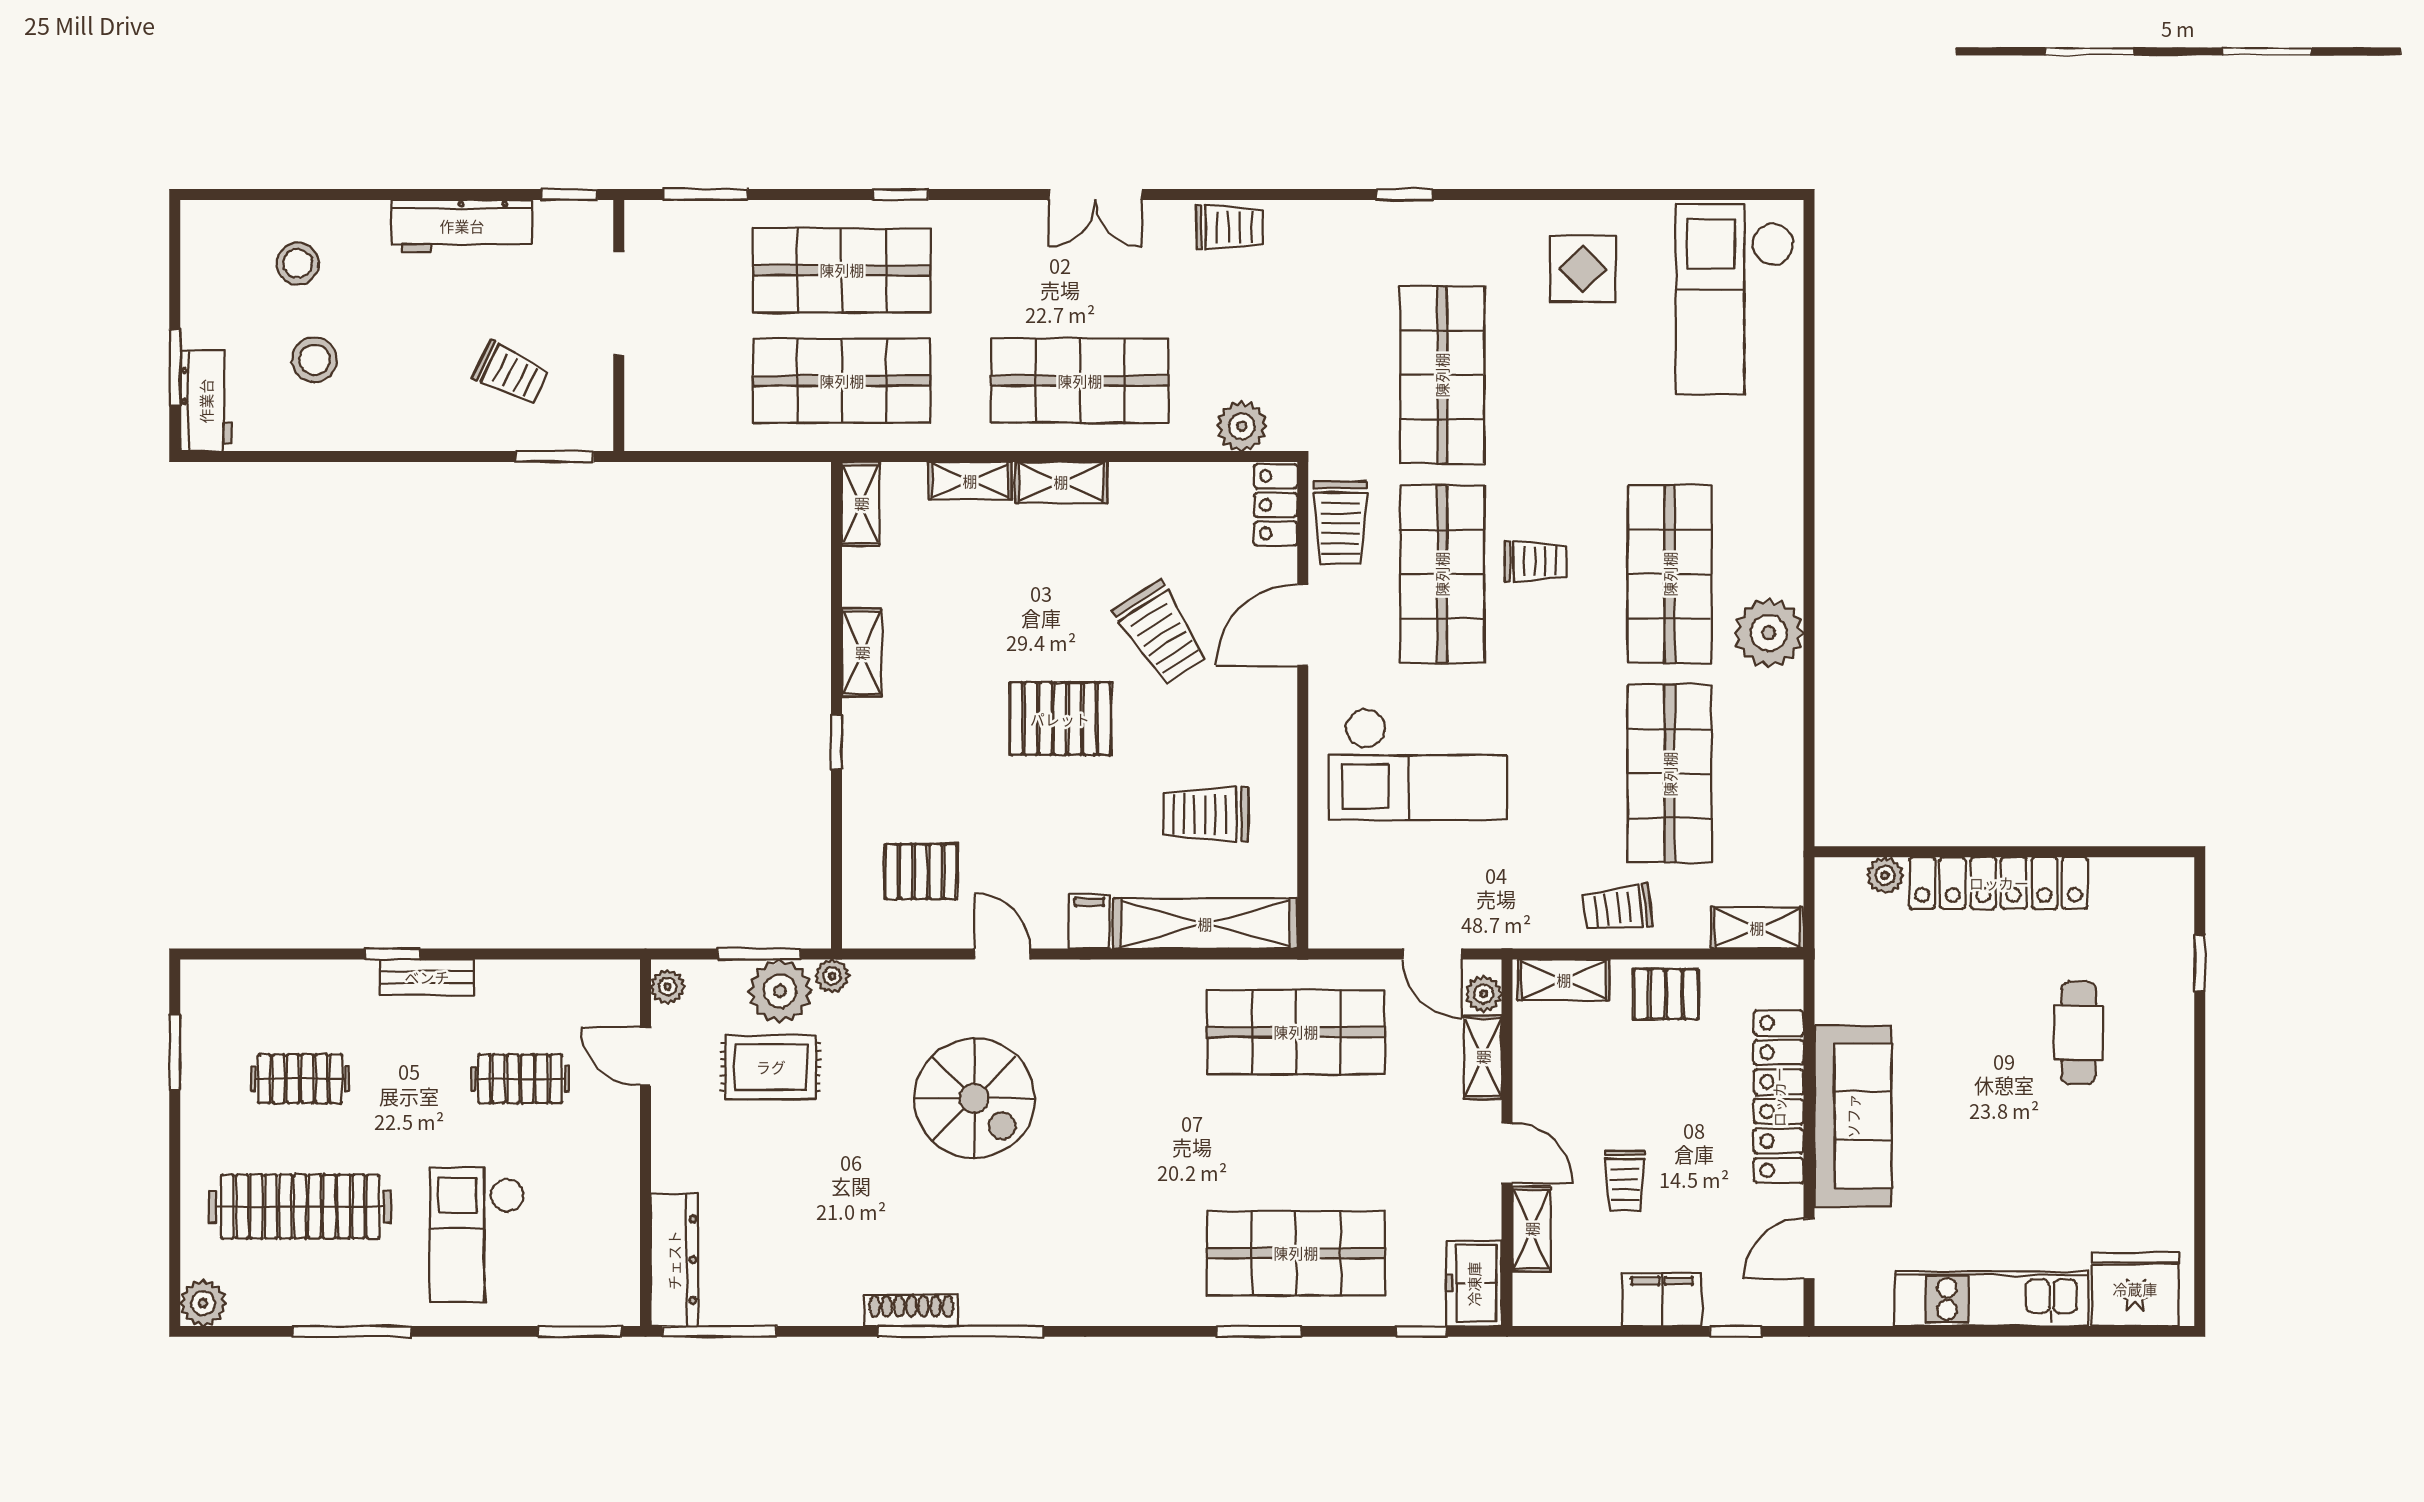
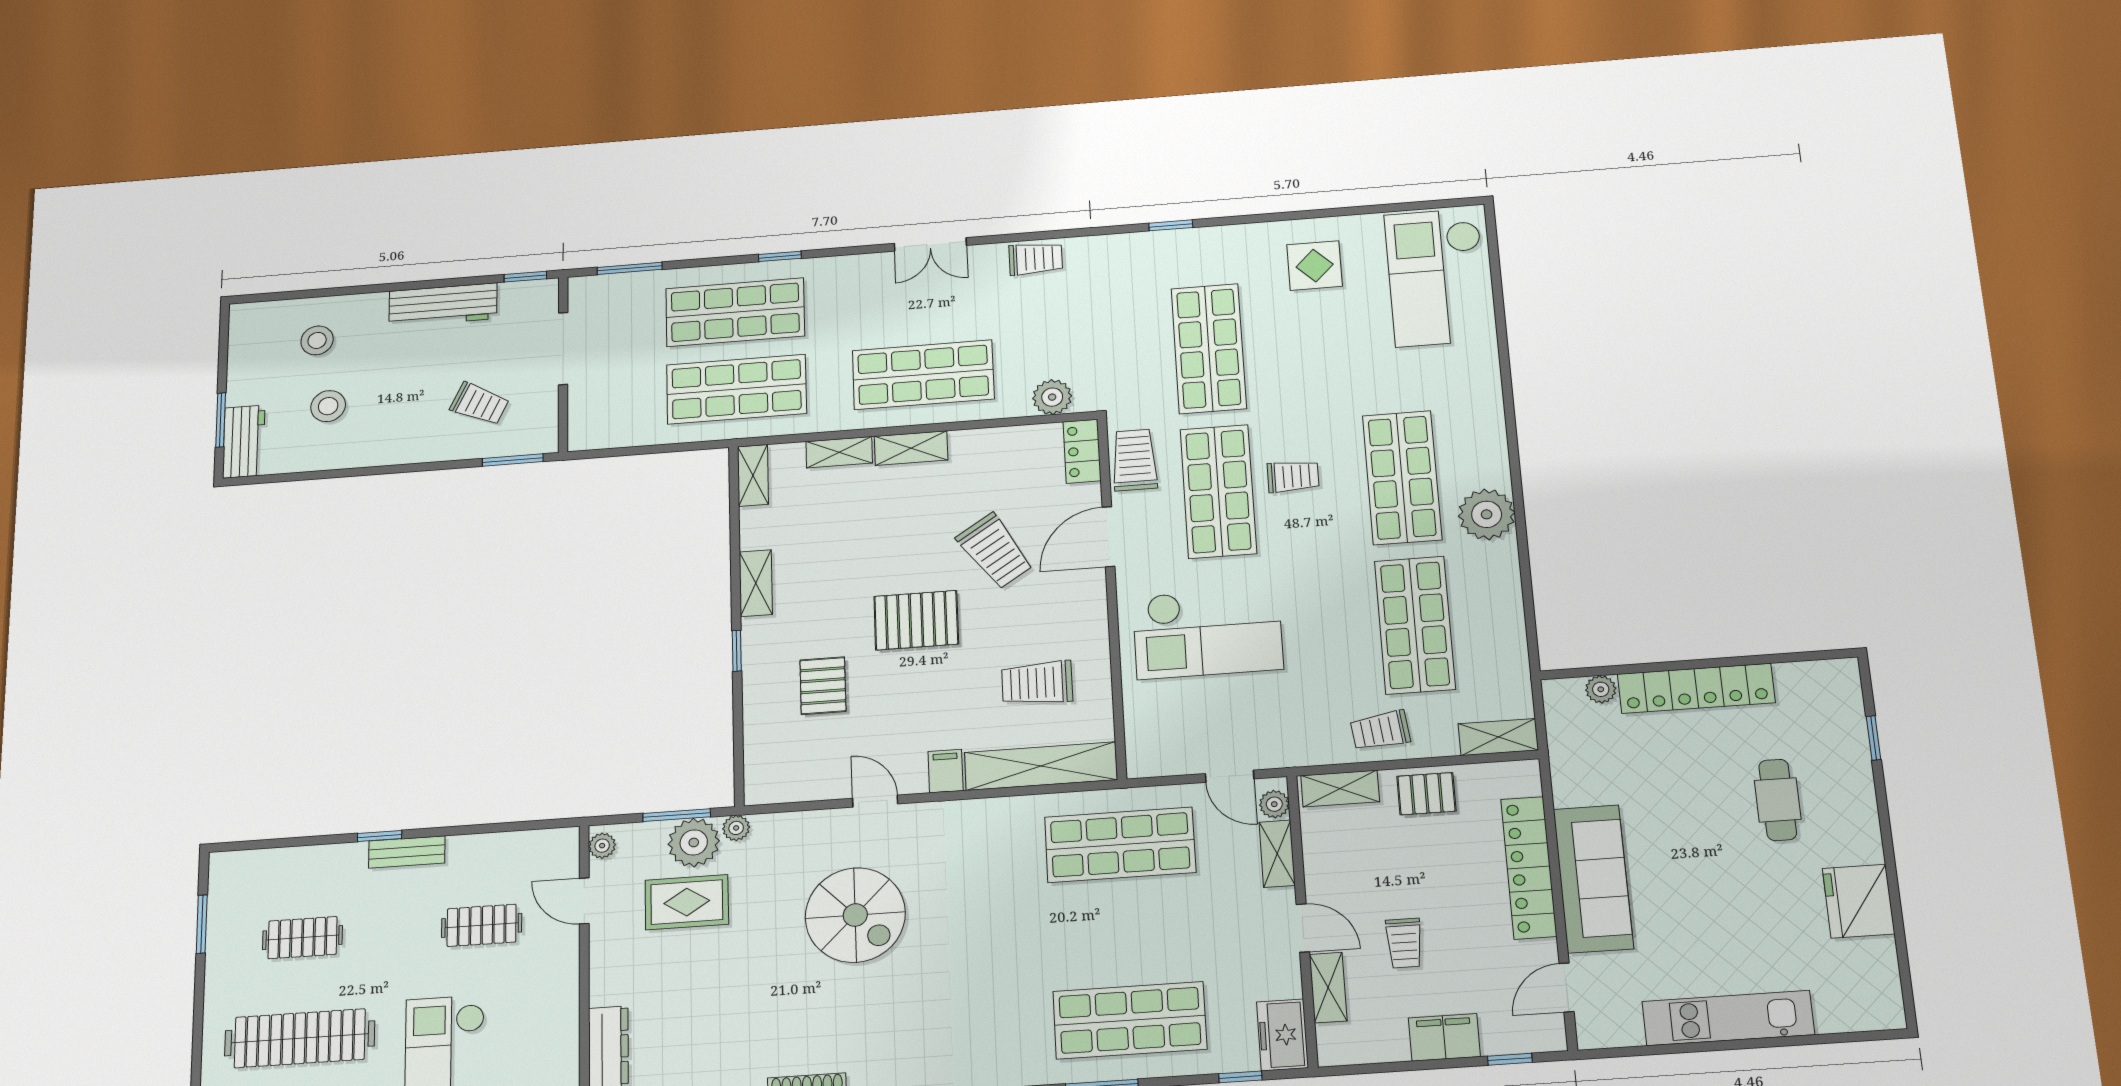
trolley: (1341, 522) -> (1134, 460), turned 180
pallet: (921, 872) -> (823, 686), moved, turned 90
fridge: (2135, 1289) -> (1858, 901), moved, turned -90

